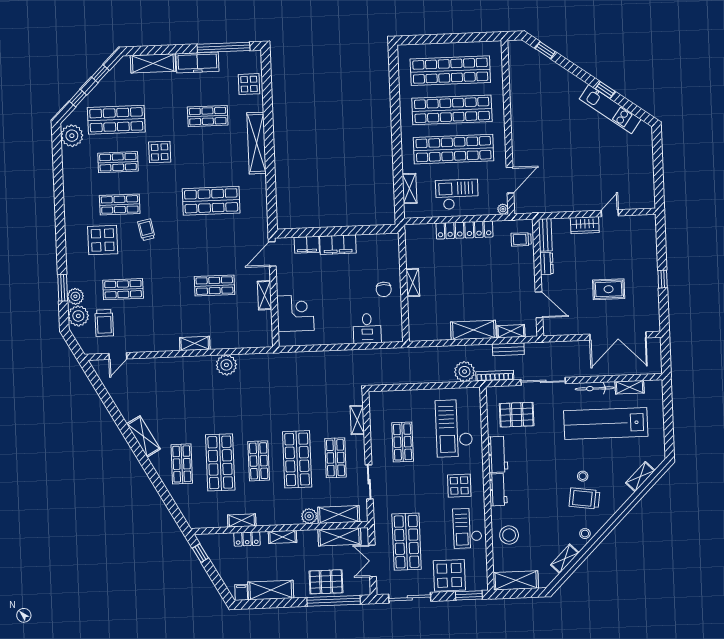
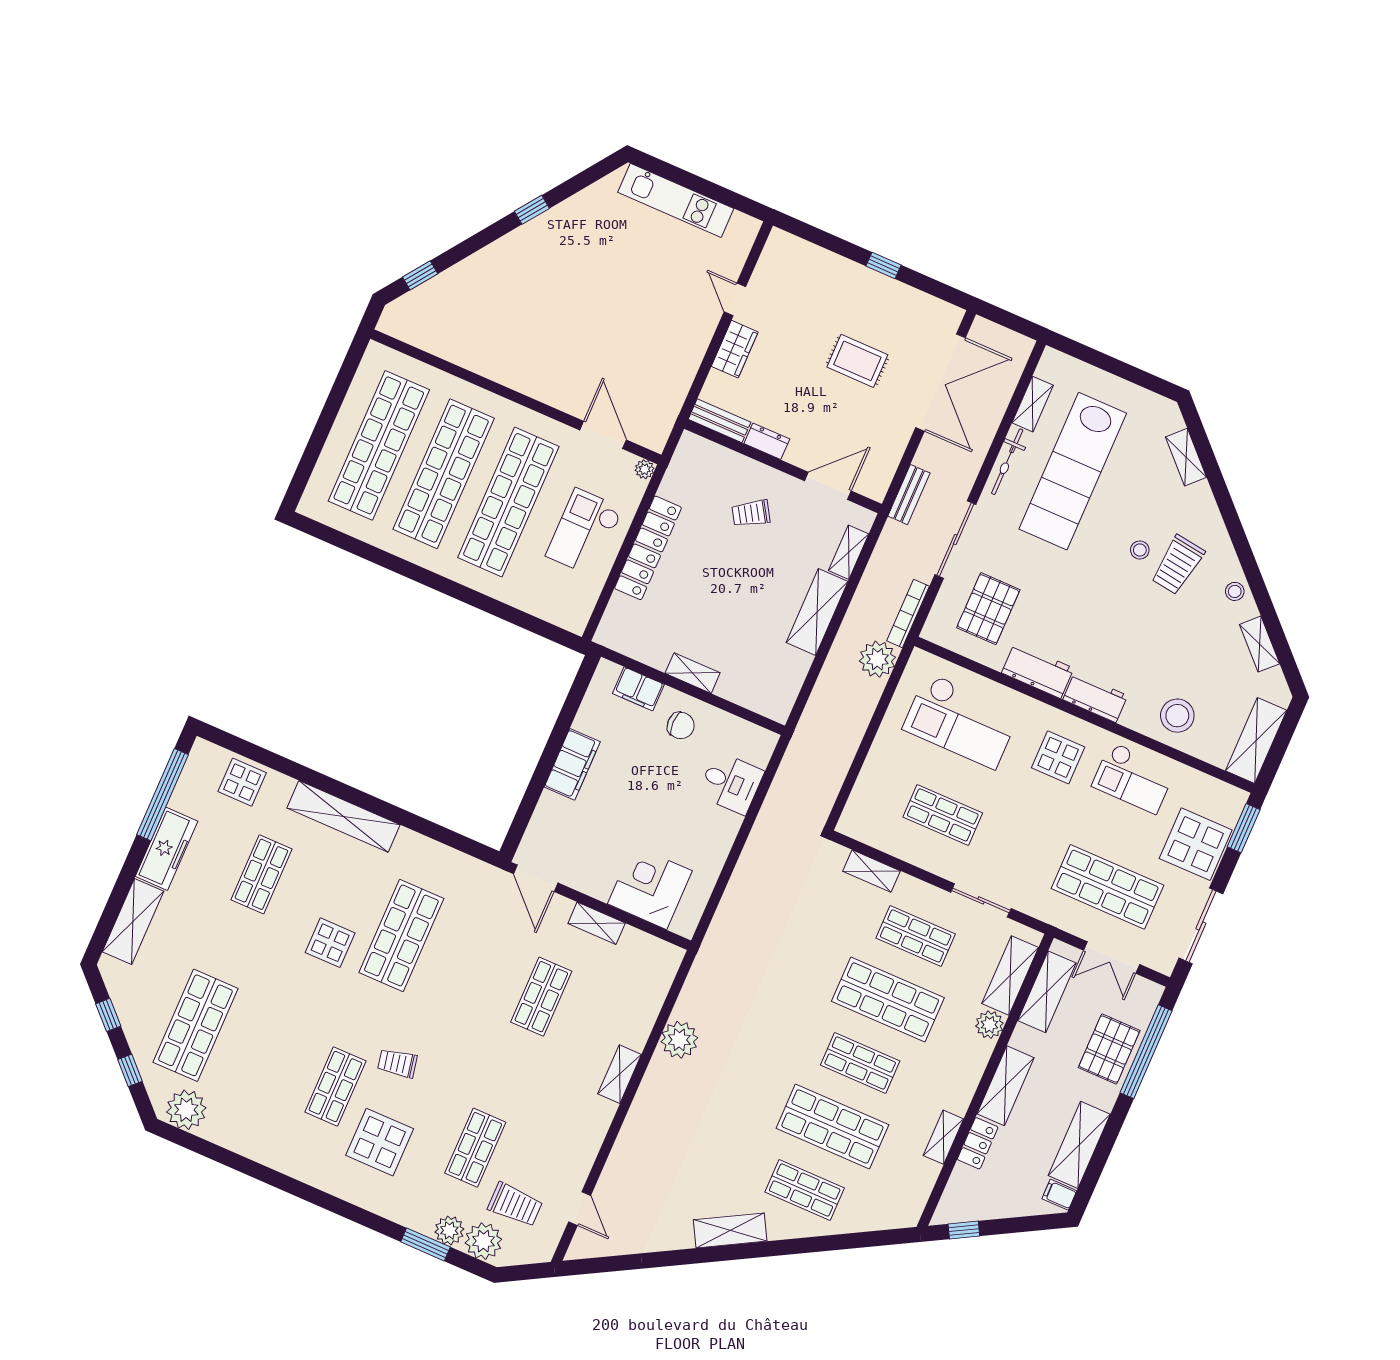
kitchen unit: (610, 109) -> (676, 200), moved, turned 54
display table: (160, 152) -> (330, 943), moved
shop shelf: (118, 162) -> (265, 1056), removed
shelving: (409, 189) -> (538, 604), removed
trolley: (521, 239) -> (751, 513), moved, turned 58
filing cabinet: (307, 245) -> (638, 689), moved, turned 90
rug: (609, 289) -> (857, 361), turned 90
bench: (508, 349) -> (909, 495), moved
shelving: (282, 537) -> (1006, 1086), width x1.50, depth x1.33

